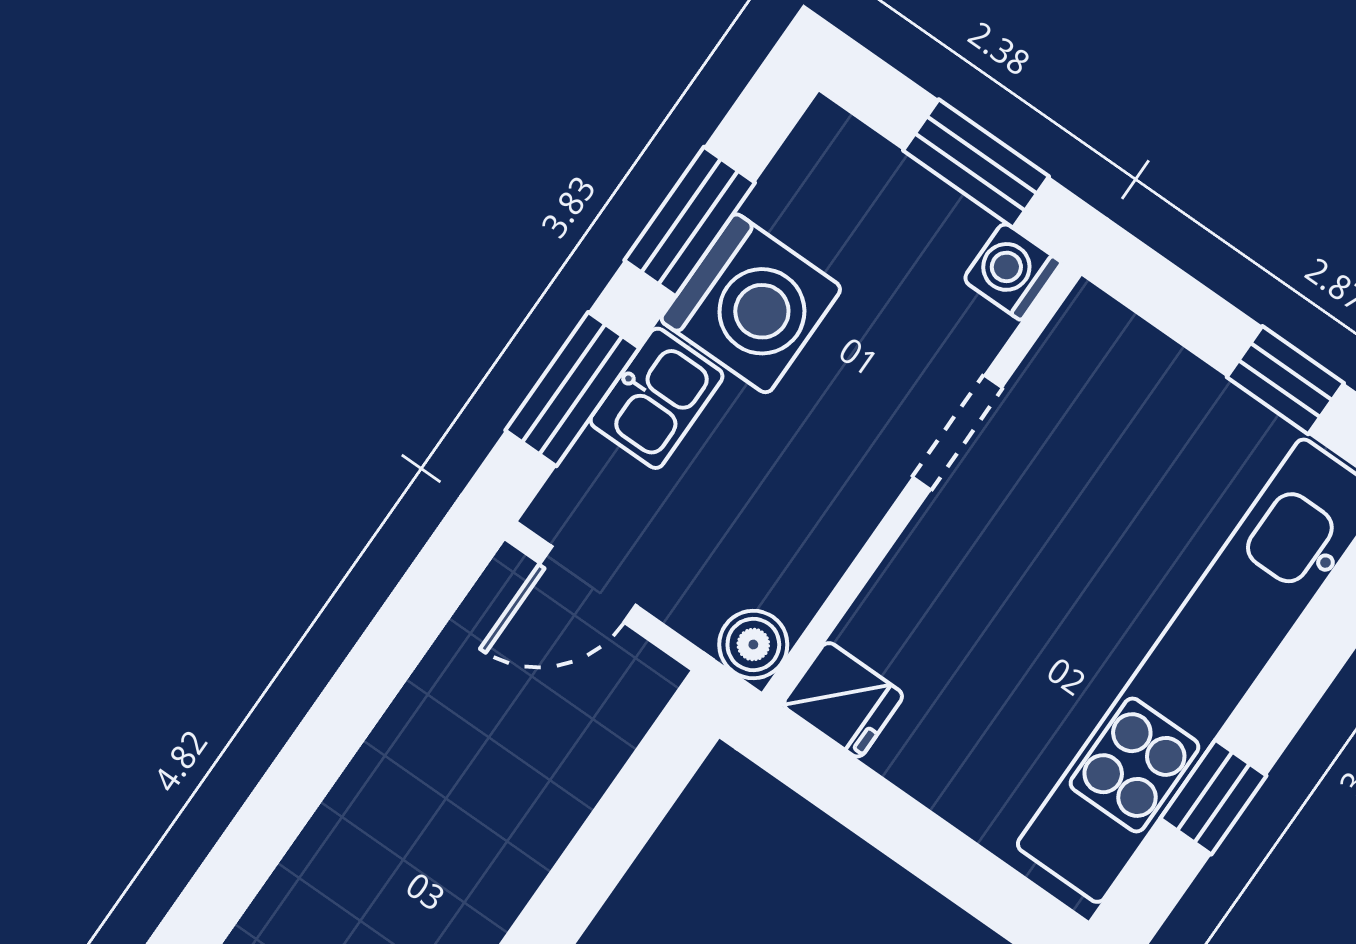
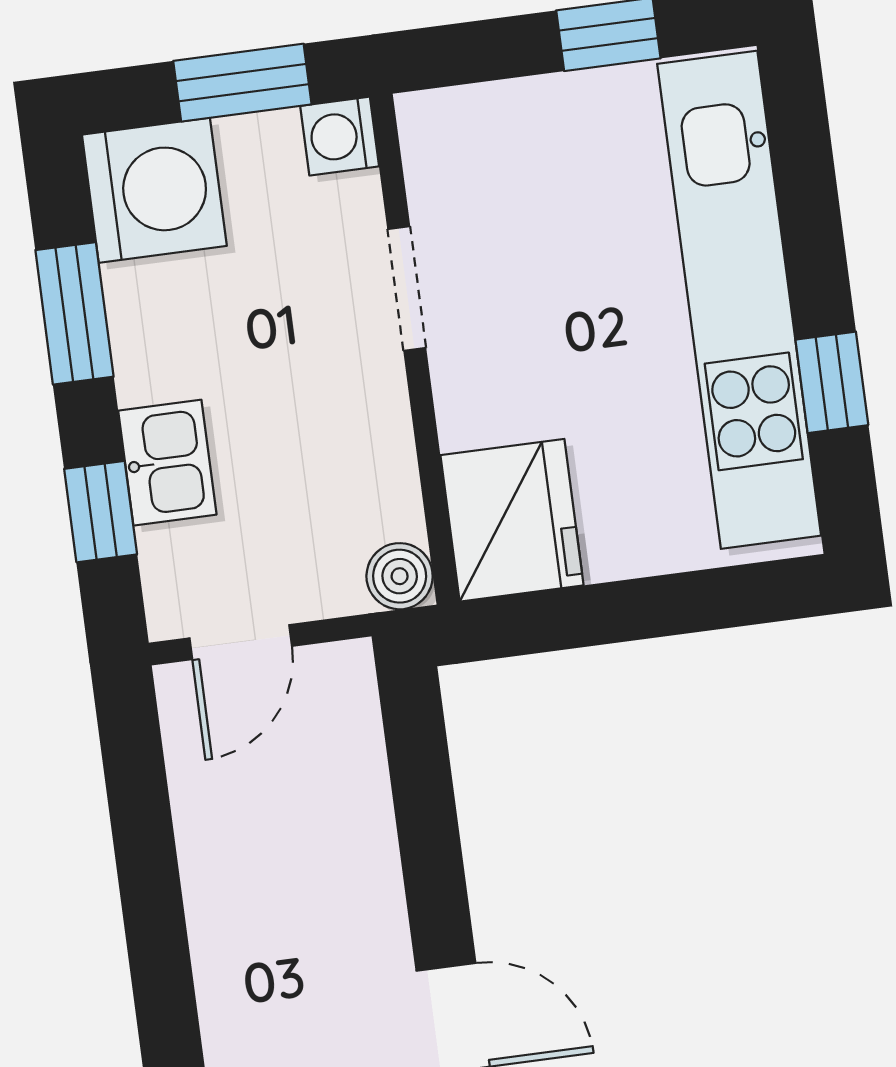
washing machine: (751, 304) -> (154, 190), moved
window: (572, 389) -> (101, 512), width x0.67
fridge: (843, 700) -> (512, 520), width x1.88, depth x1.34

